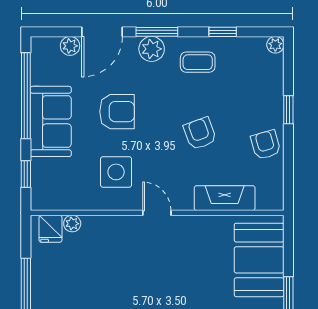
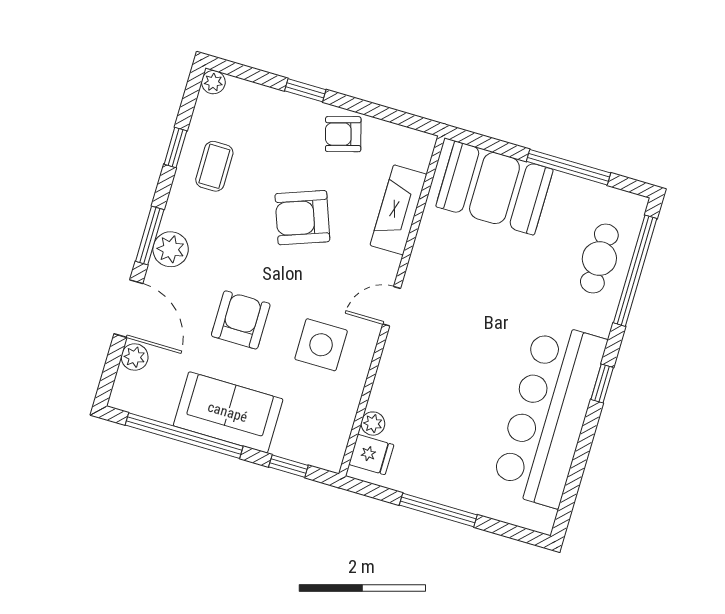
coffee table: (198, 62) -> (214, 166), moved
armchair: (200, 133) -> (302, 218), width x1.38, depth x1.38

